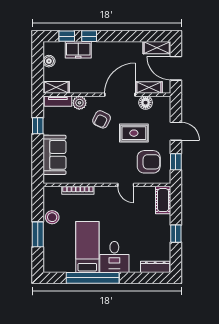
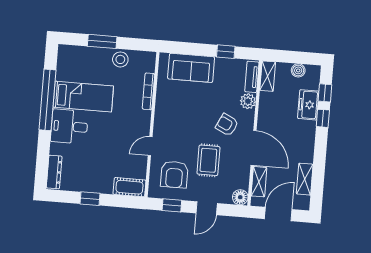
shelving: (157, 48) -> (305, 179), moved
floor lamp: (146, 103) -> (240, 197), moved

